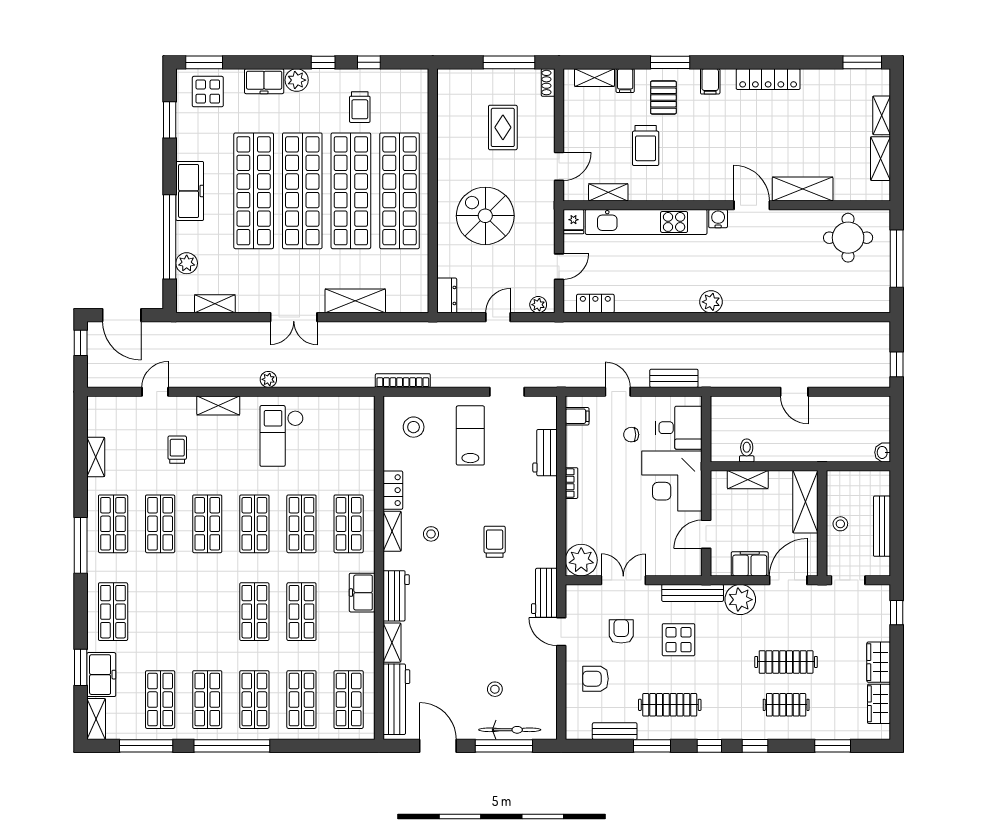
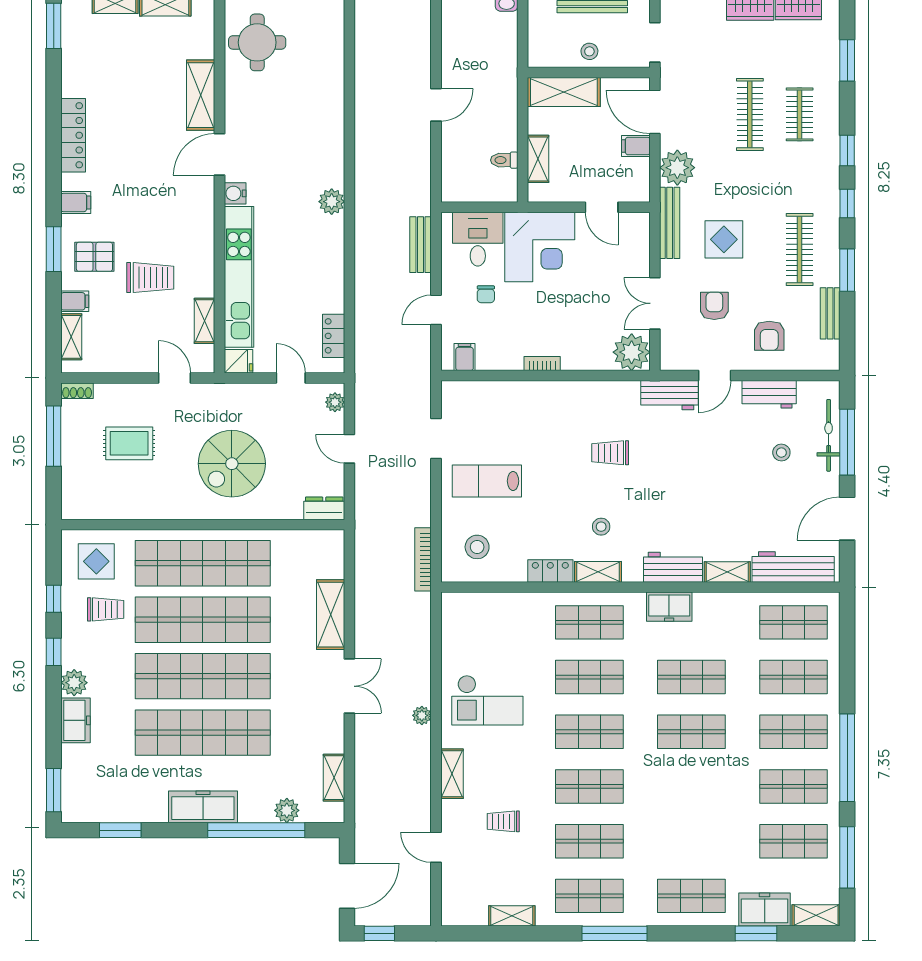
display table: (208, 92) -> (96, 561), moved
workbench: (545, 453) -> (769, 394), moved
filing cabinet: (750, 564) -> (636, 146), width x0.50
armchair: (621, 631) -> (714, 306), turned 90

